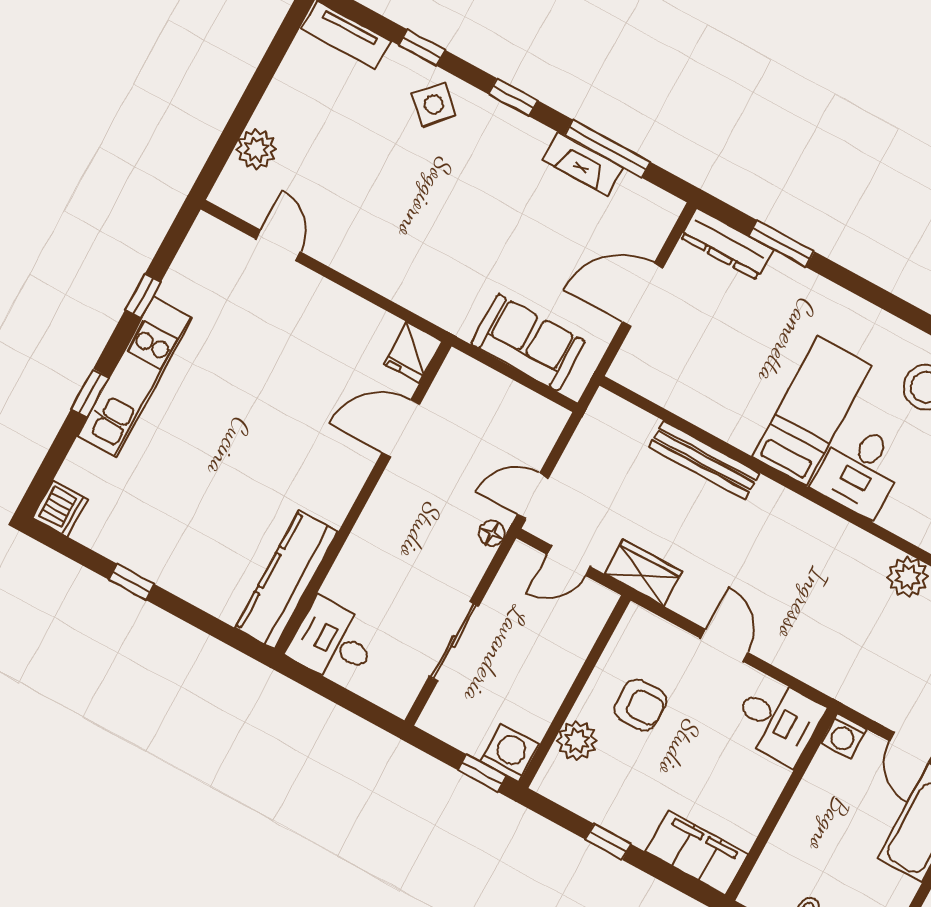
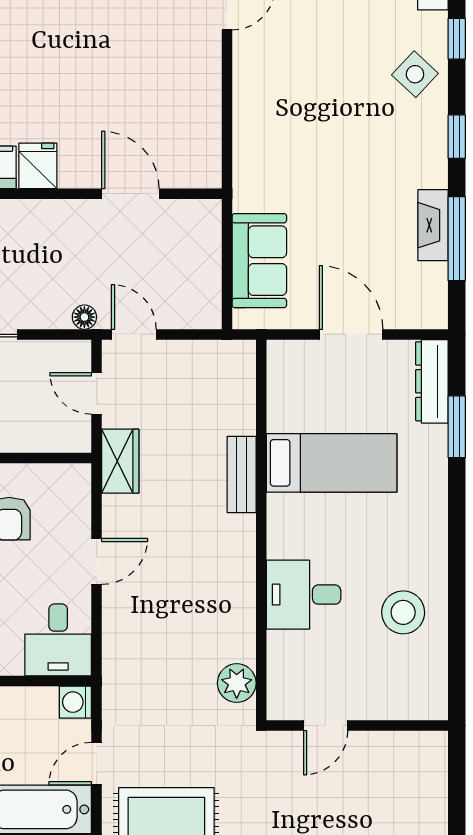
fridge: (413, 352) -> (38, 166), moved, turned 90
bed: (812, 411) -> (332, 463), moved
bench: (704, 460) -> (242, 475), width x0.73

